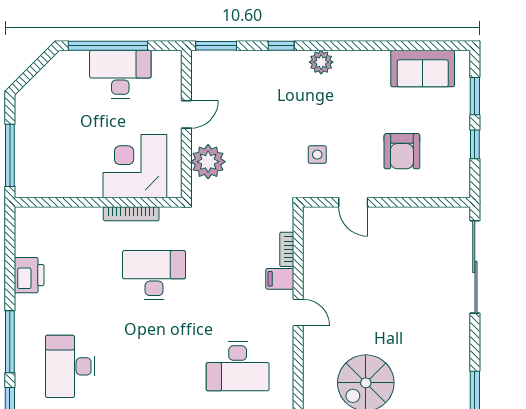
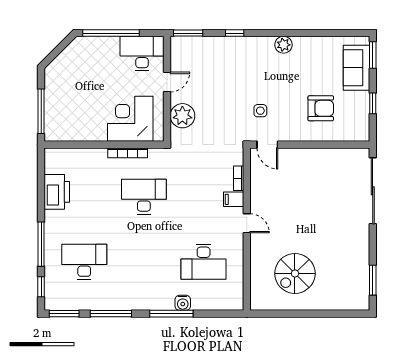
plant: (321, 62) -> (284, 45), moved
sofa: (423, 69) -> (356, 68), moved, turned 90
desk: (120, 74) -> (142, 53), moved
window: (475, 96) -> (373, 55), moved
armchair: (402, 151) -> (321, 108), turned -90
door: (353, 202) -> (267, 145), moved
printer: (29, 275) -> (57, 192), width x1.37, depth x1.19
desk: (70, 366) -> (84, 262), turned 90

